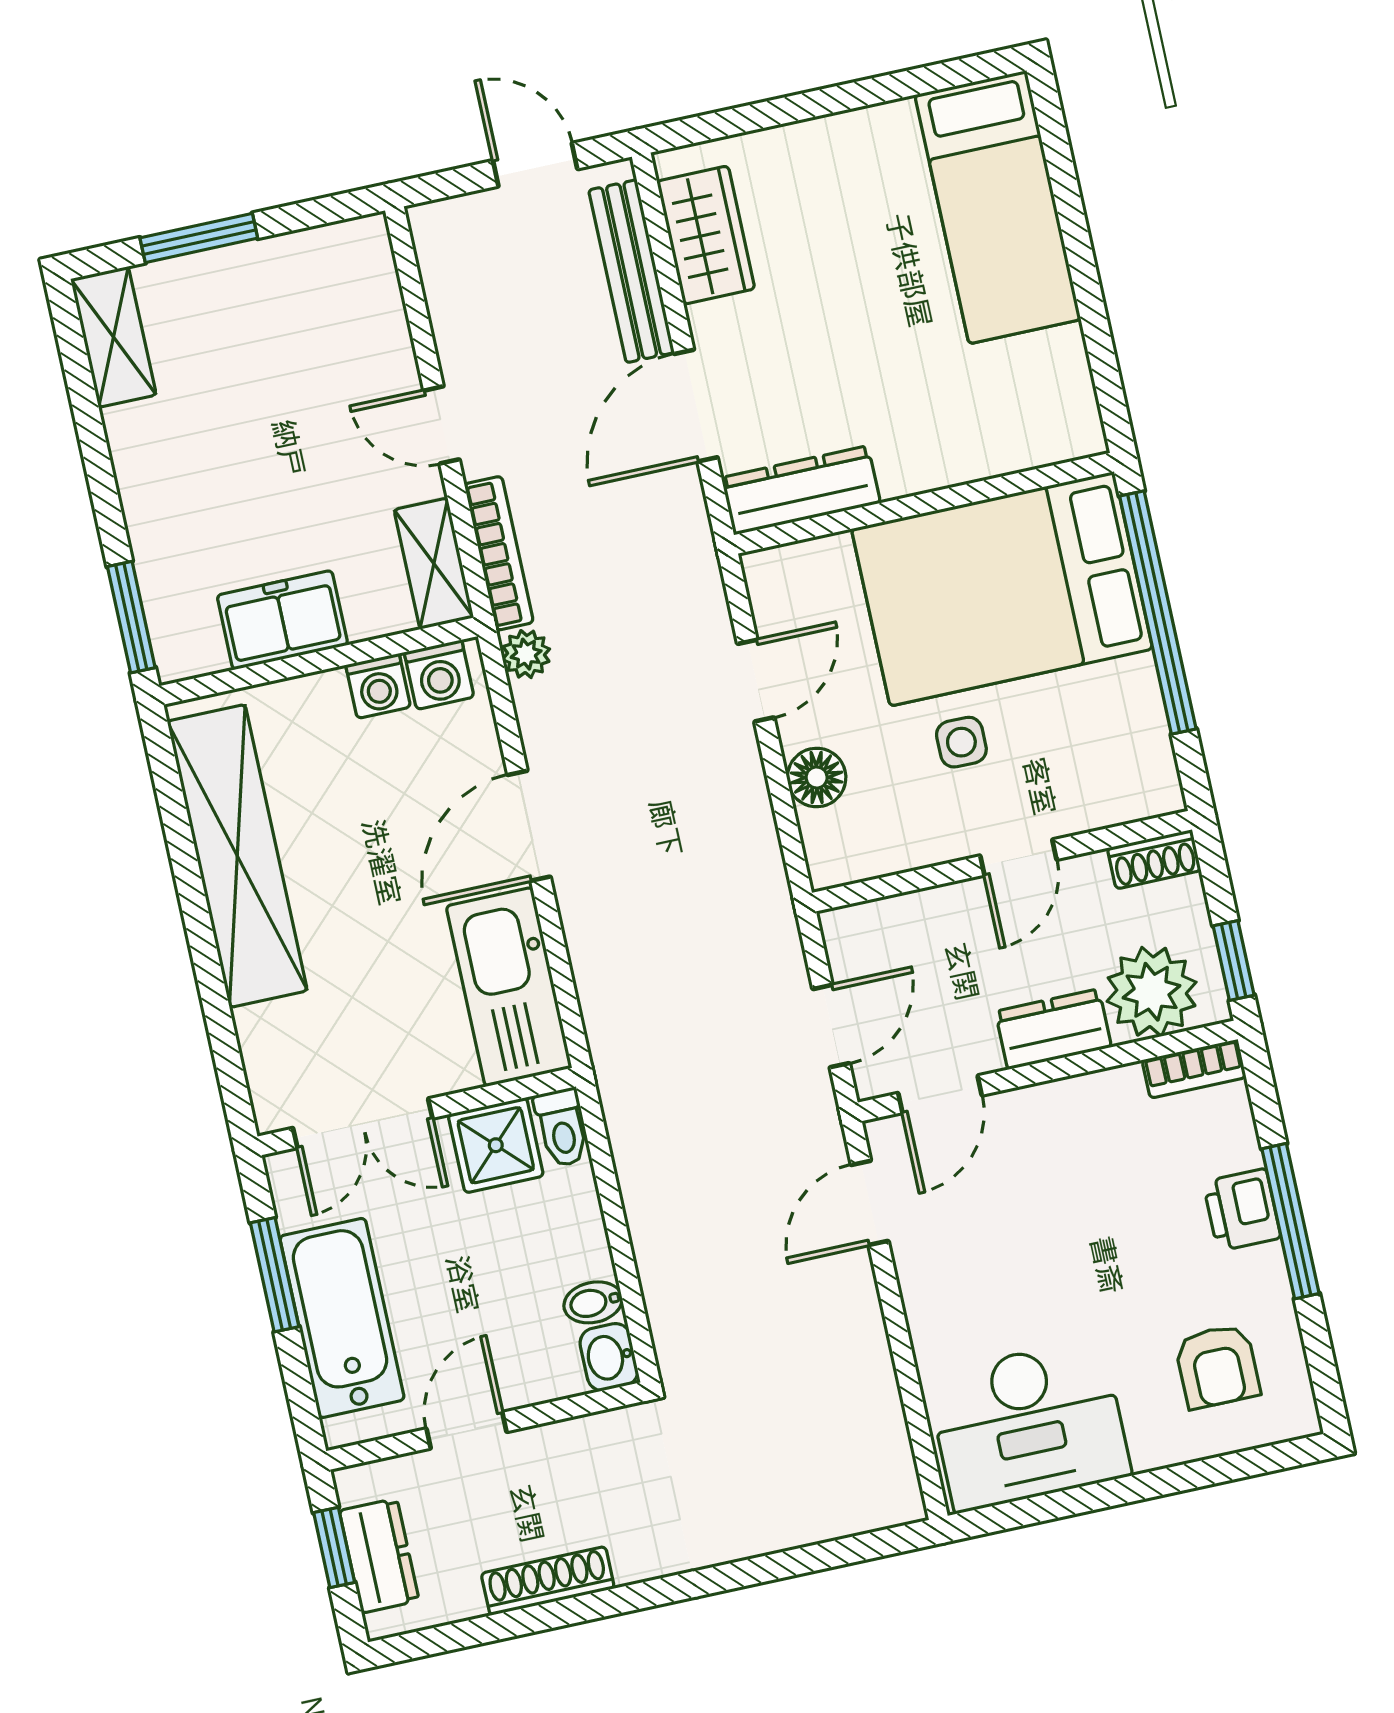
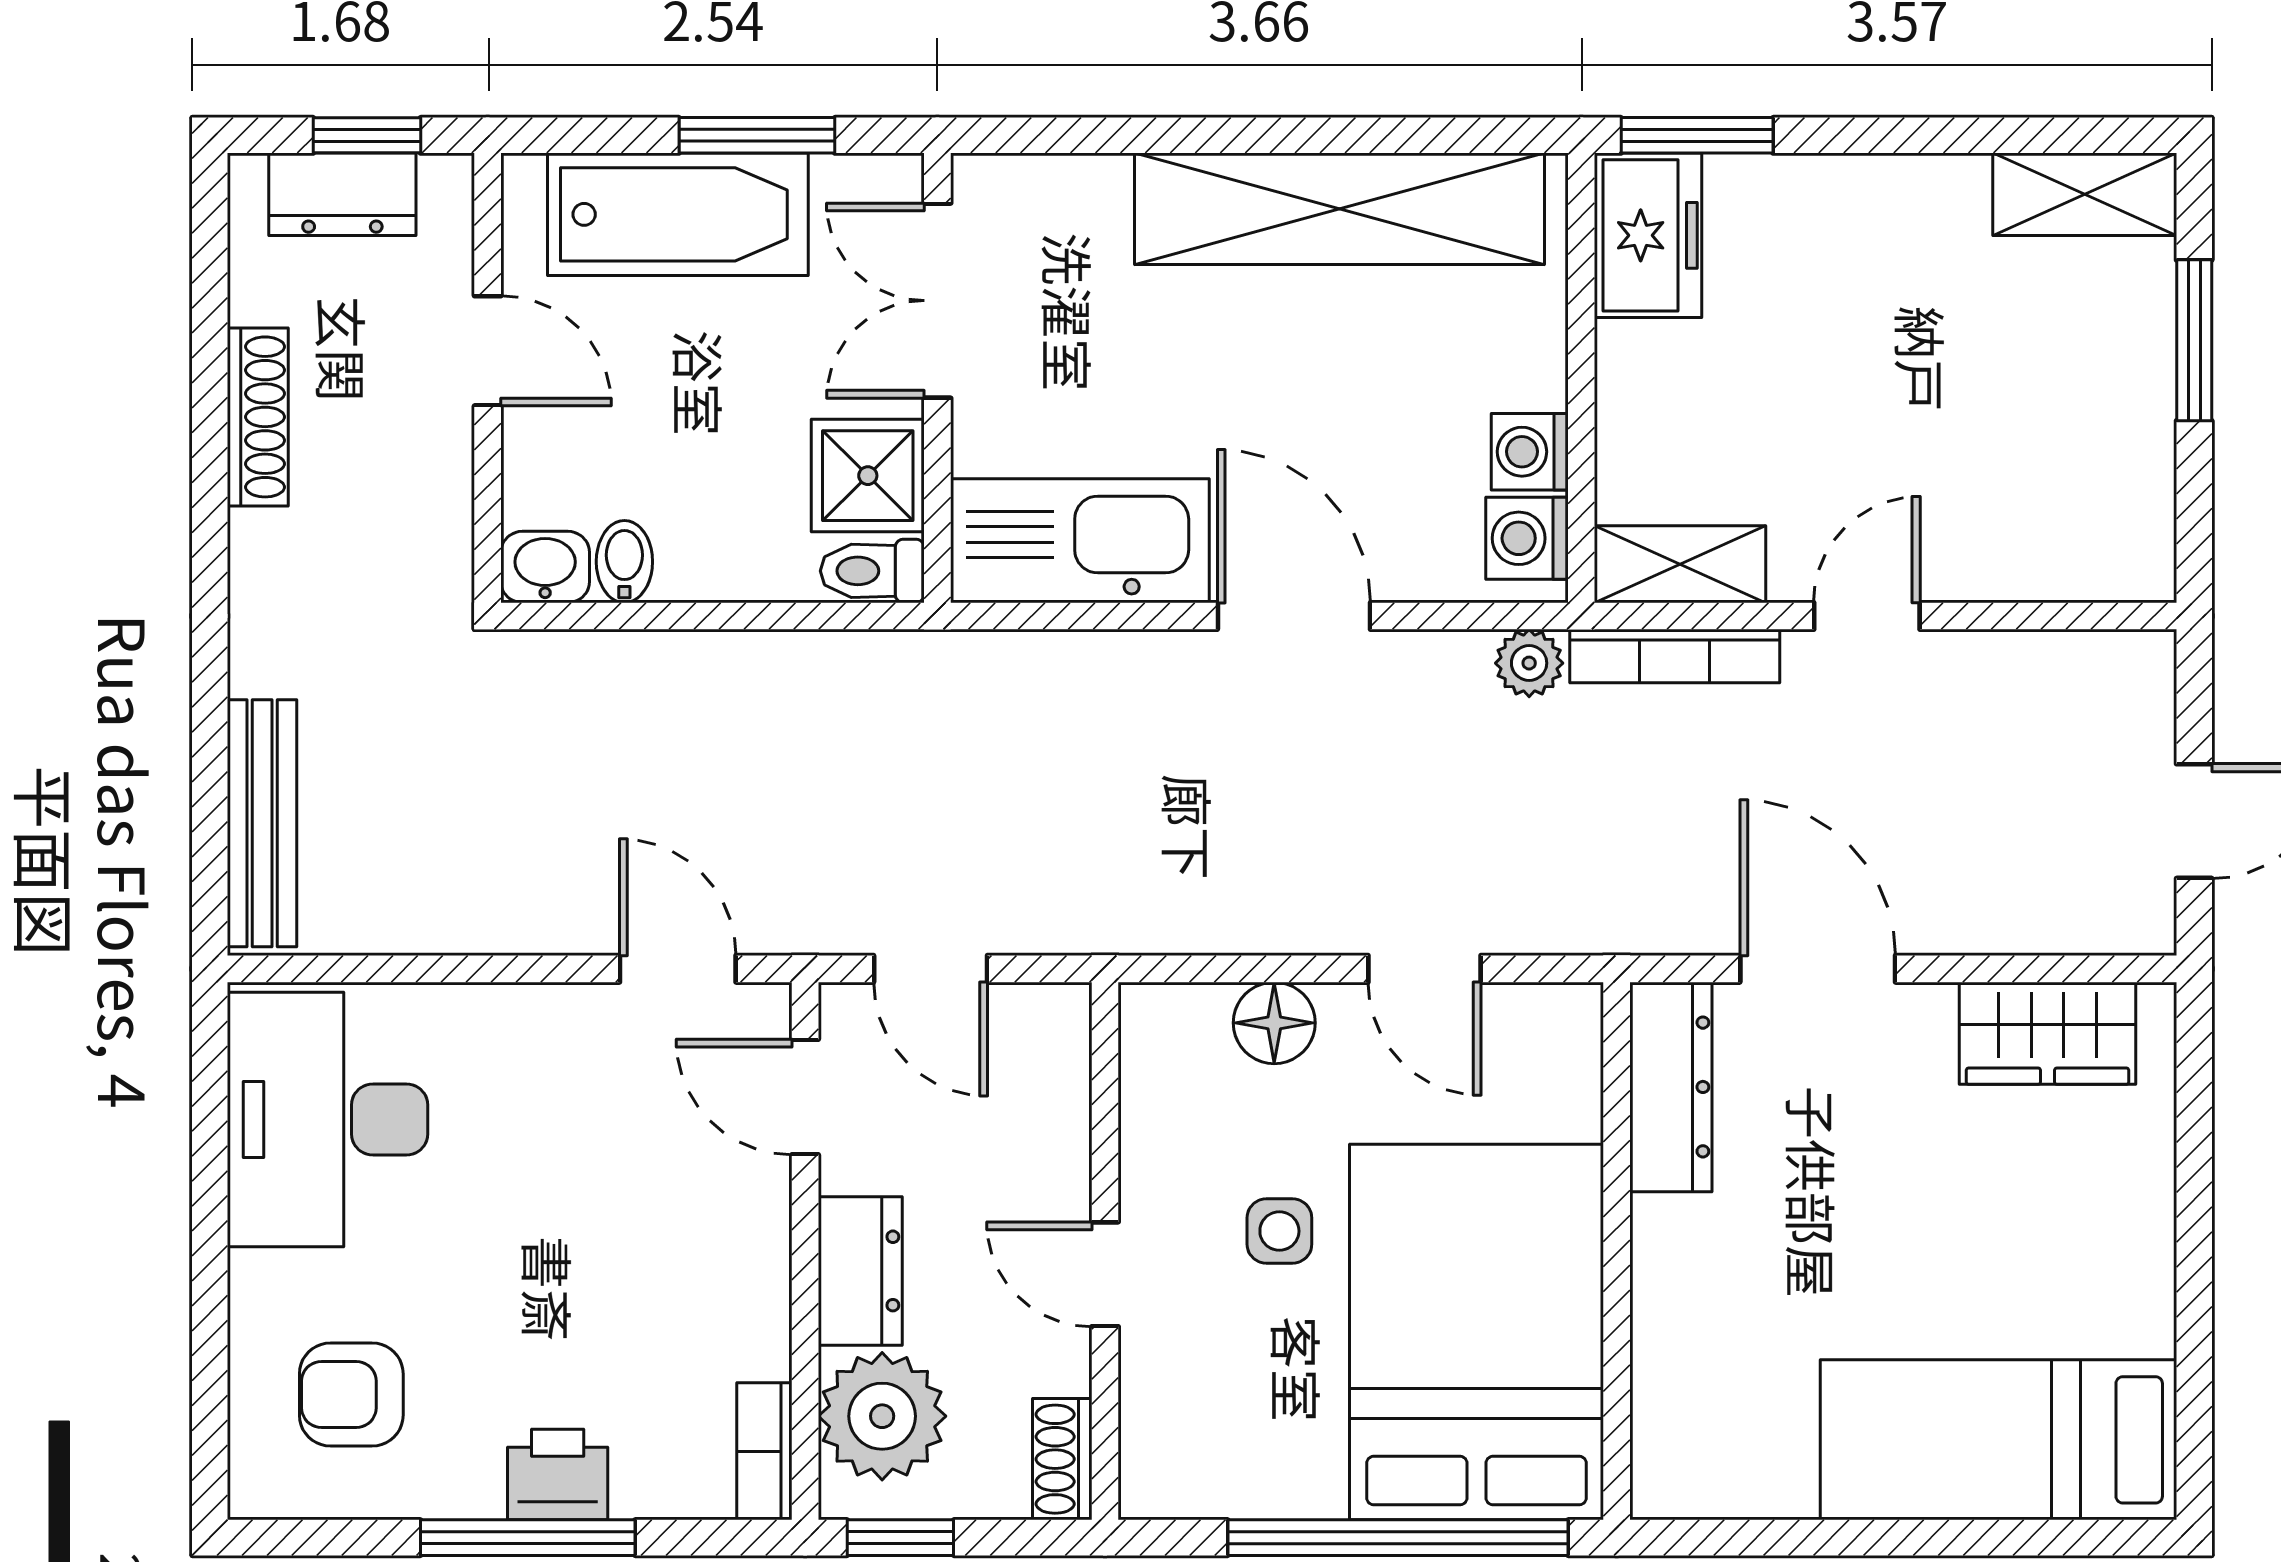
bench: (632, 271) -> (262, 823), moved, turned 90
freezer: (282, 620) -> (1648, 235), moved

